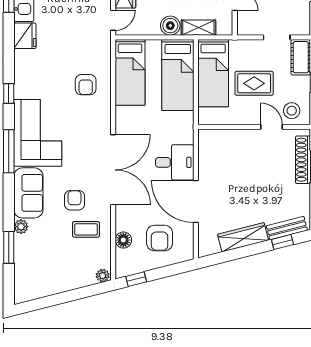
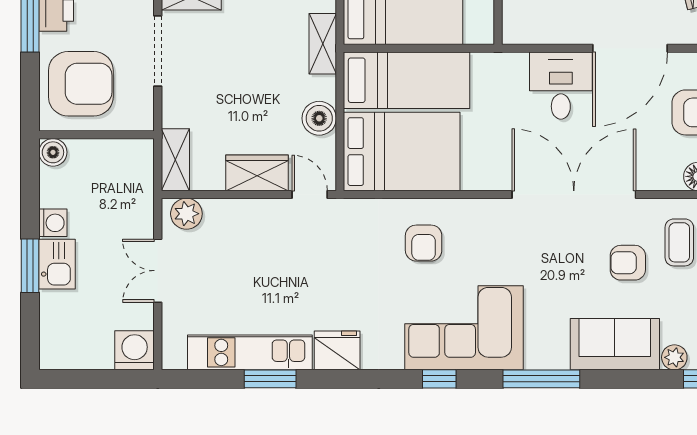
boiler: (170, 26) -> (319, 118), moved
bed: (130, 72) -> (402, 152), width x1.50
armchair: (86, 85) -> (424, 243), turned 90
corner sofa: (38, 133) -> (464, 328), moved

